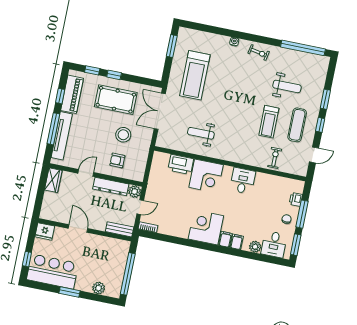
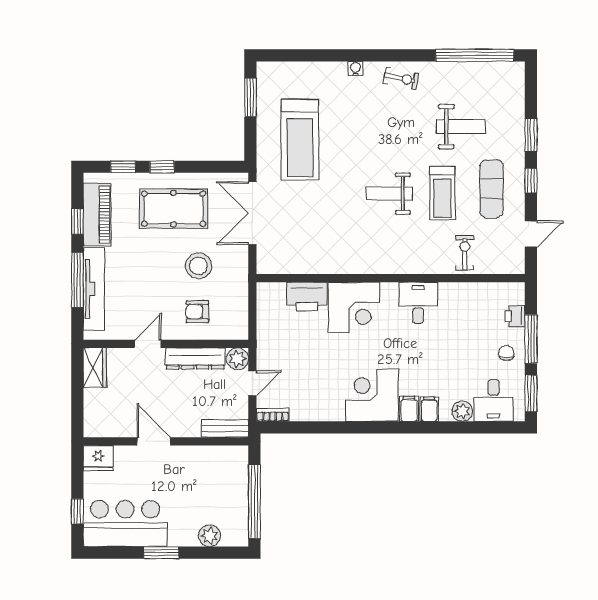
weight bench: (201, 133) -> (389, 194), moved

